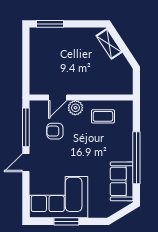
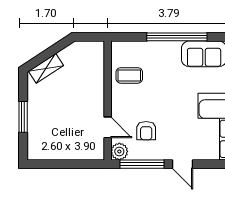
window: (50, 24) -> (23, 117), moved
plant: (75, 108) -> (119, 151), moved
coffee table: (103, 116) -> (129, 75), turned 90

